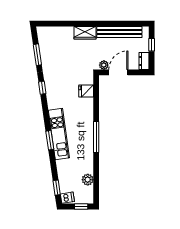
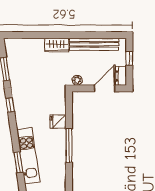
door: (118, 72) -> (105, 88), moved
fridge: (86, 91) -> (58, 122), moved
window: (96, 137) -> (69, 146), moved

